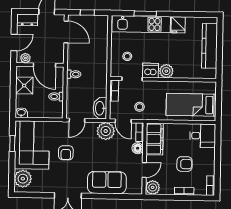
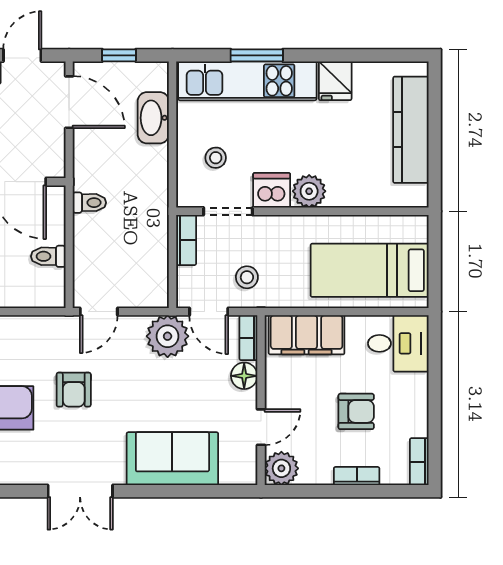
washbasin: (100, 108) -> (153, 118), moved
filing cabinet: (155, 139) -> (307, 335), moved, turned 90

